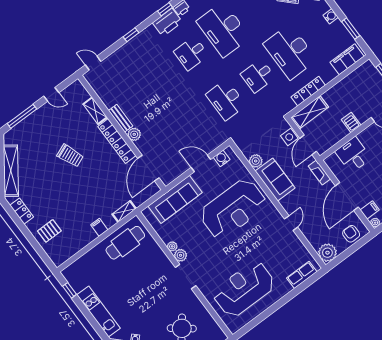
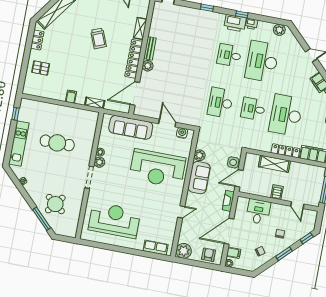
locker: (308, 91) -> (285, 151), moved
shelving: (310, 112) -> (274, 164), moved
cafe table: (125, 243) -> (57, 143), moved

